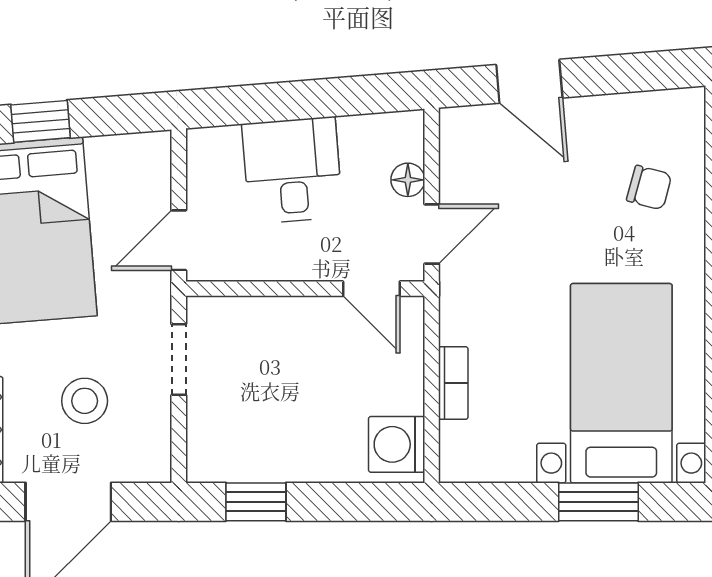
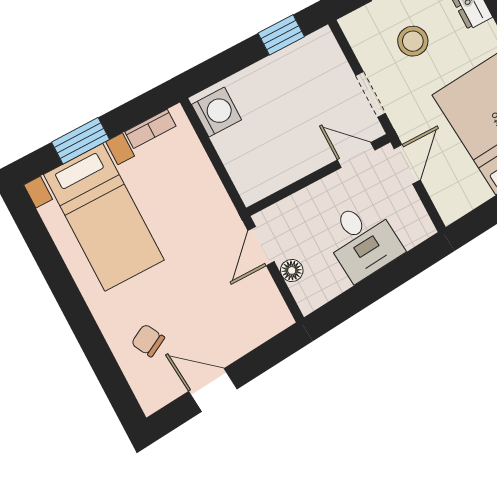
door: (529, 81) -> (213, 390), moved
chair: (649, 188) -> (148, 340), turned 47
door: (371, 289) -> (356, 155), moved
bookcase: (453, 383) -> (150, 129), moved, turned -90

